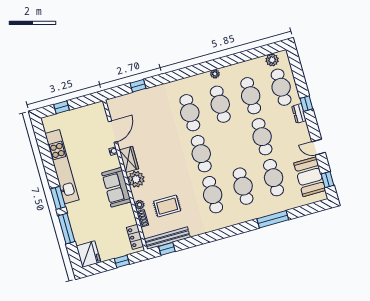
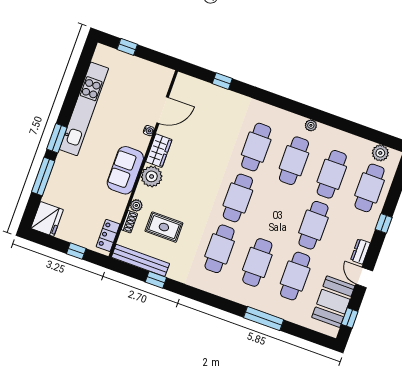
dresser: (299, 113) -> (360, 252), moved
window: (167, 249) -> (156, 280), moved

